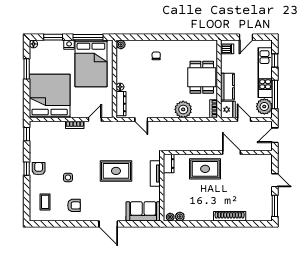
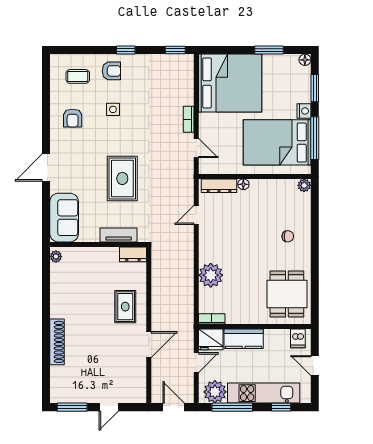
dining table: (202, 77) -> (287, 294), moved, turned 90
armchair: (39, 169) -> (111, 71), moved
rug: (205, 169) -> (125, 307), width x0.73, depth x0.70
plant: (180, 217) -> (57, 270), removed

